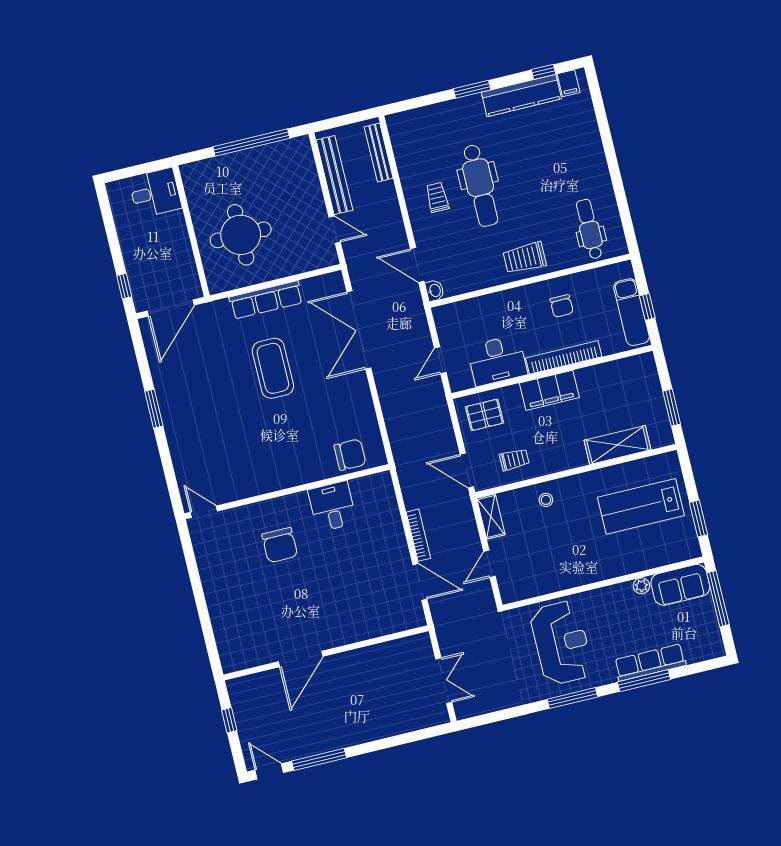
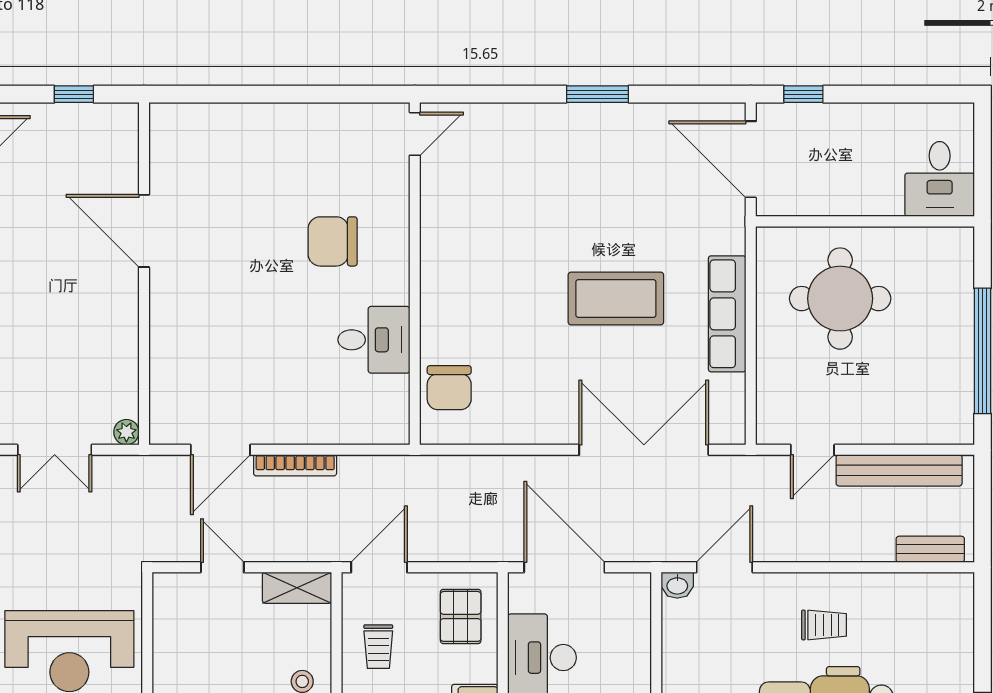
bench: (379, 153) -> (930, 549), width x0.73
door: (440, 360) -> (564, 567), width x1.88
plant: (423, 640) -> (126, 432), added

